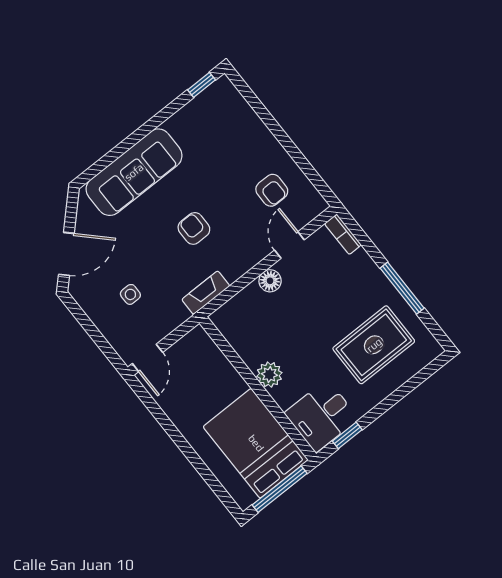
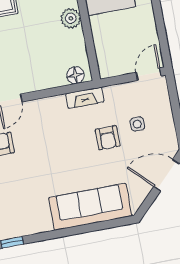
armchair: (194, 228) -> (108, 138), moved
floor lamp: (270, 281) -> (75, 75), moved

